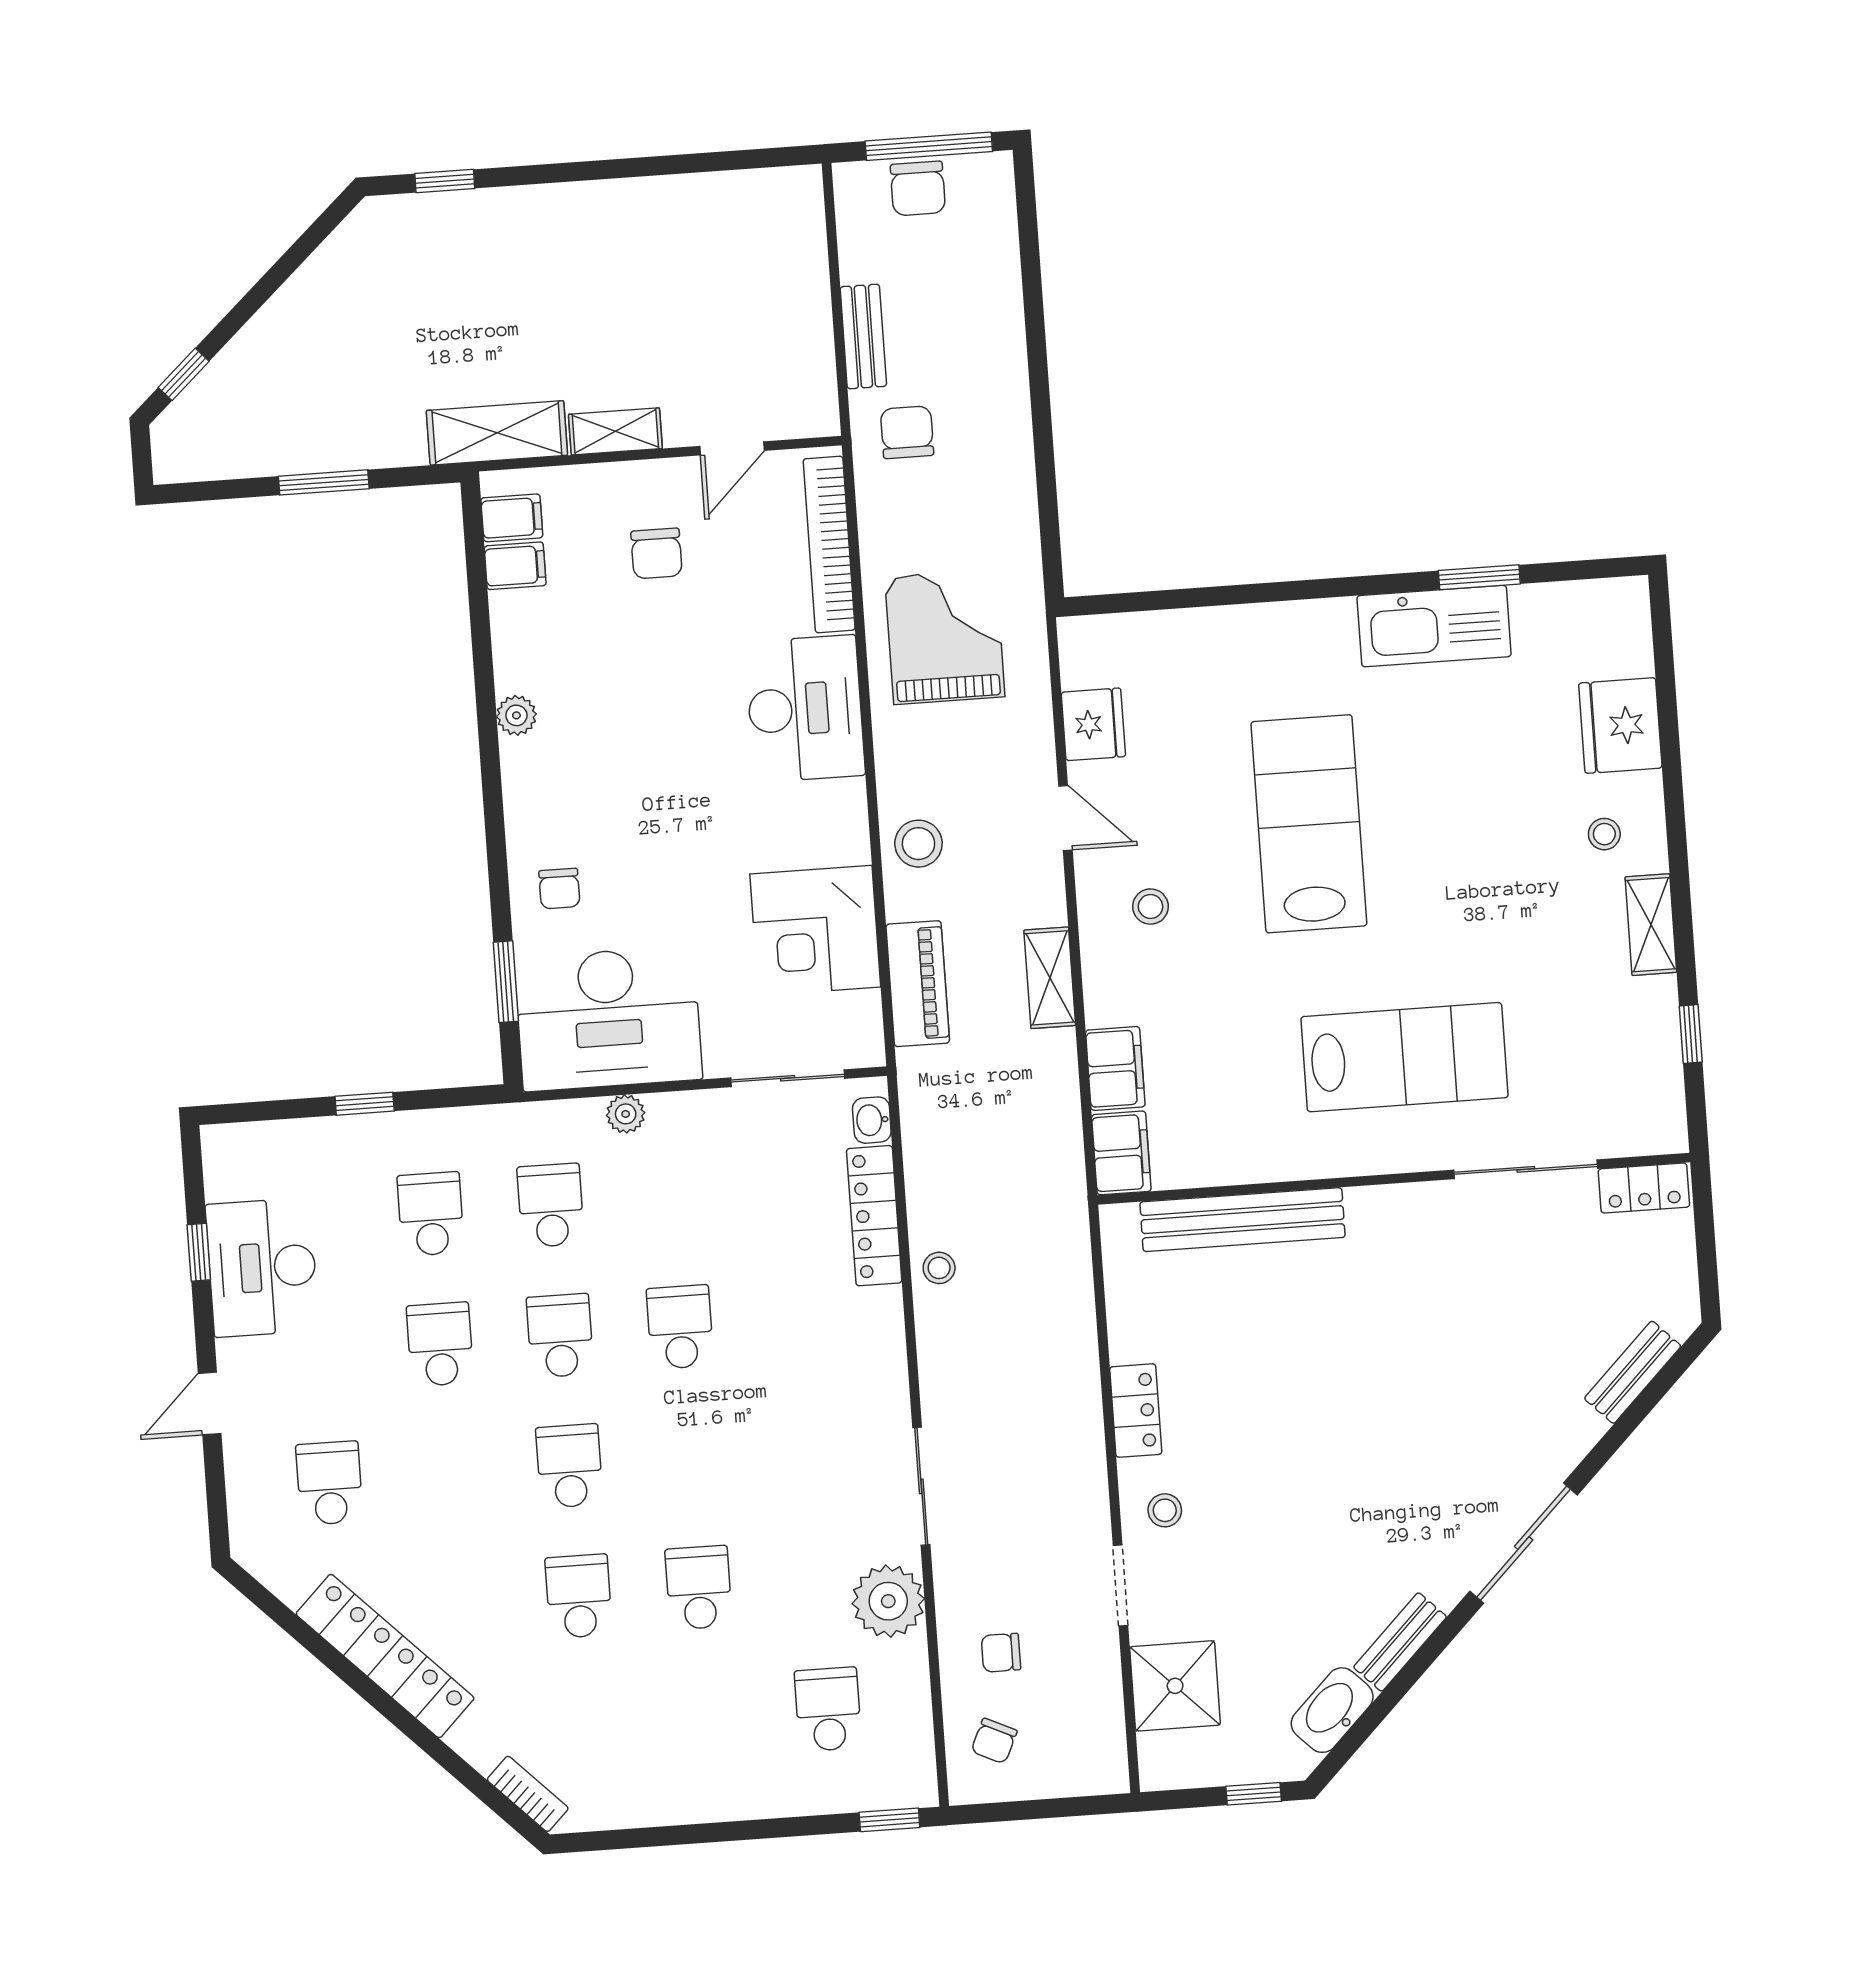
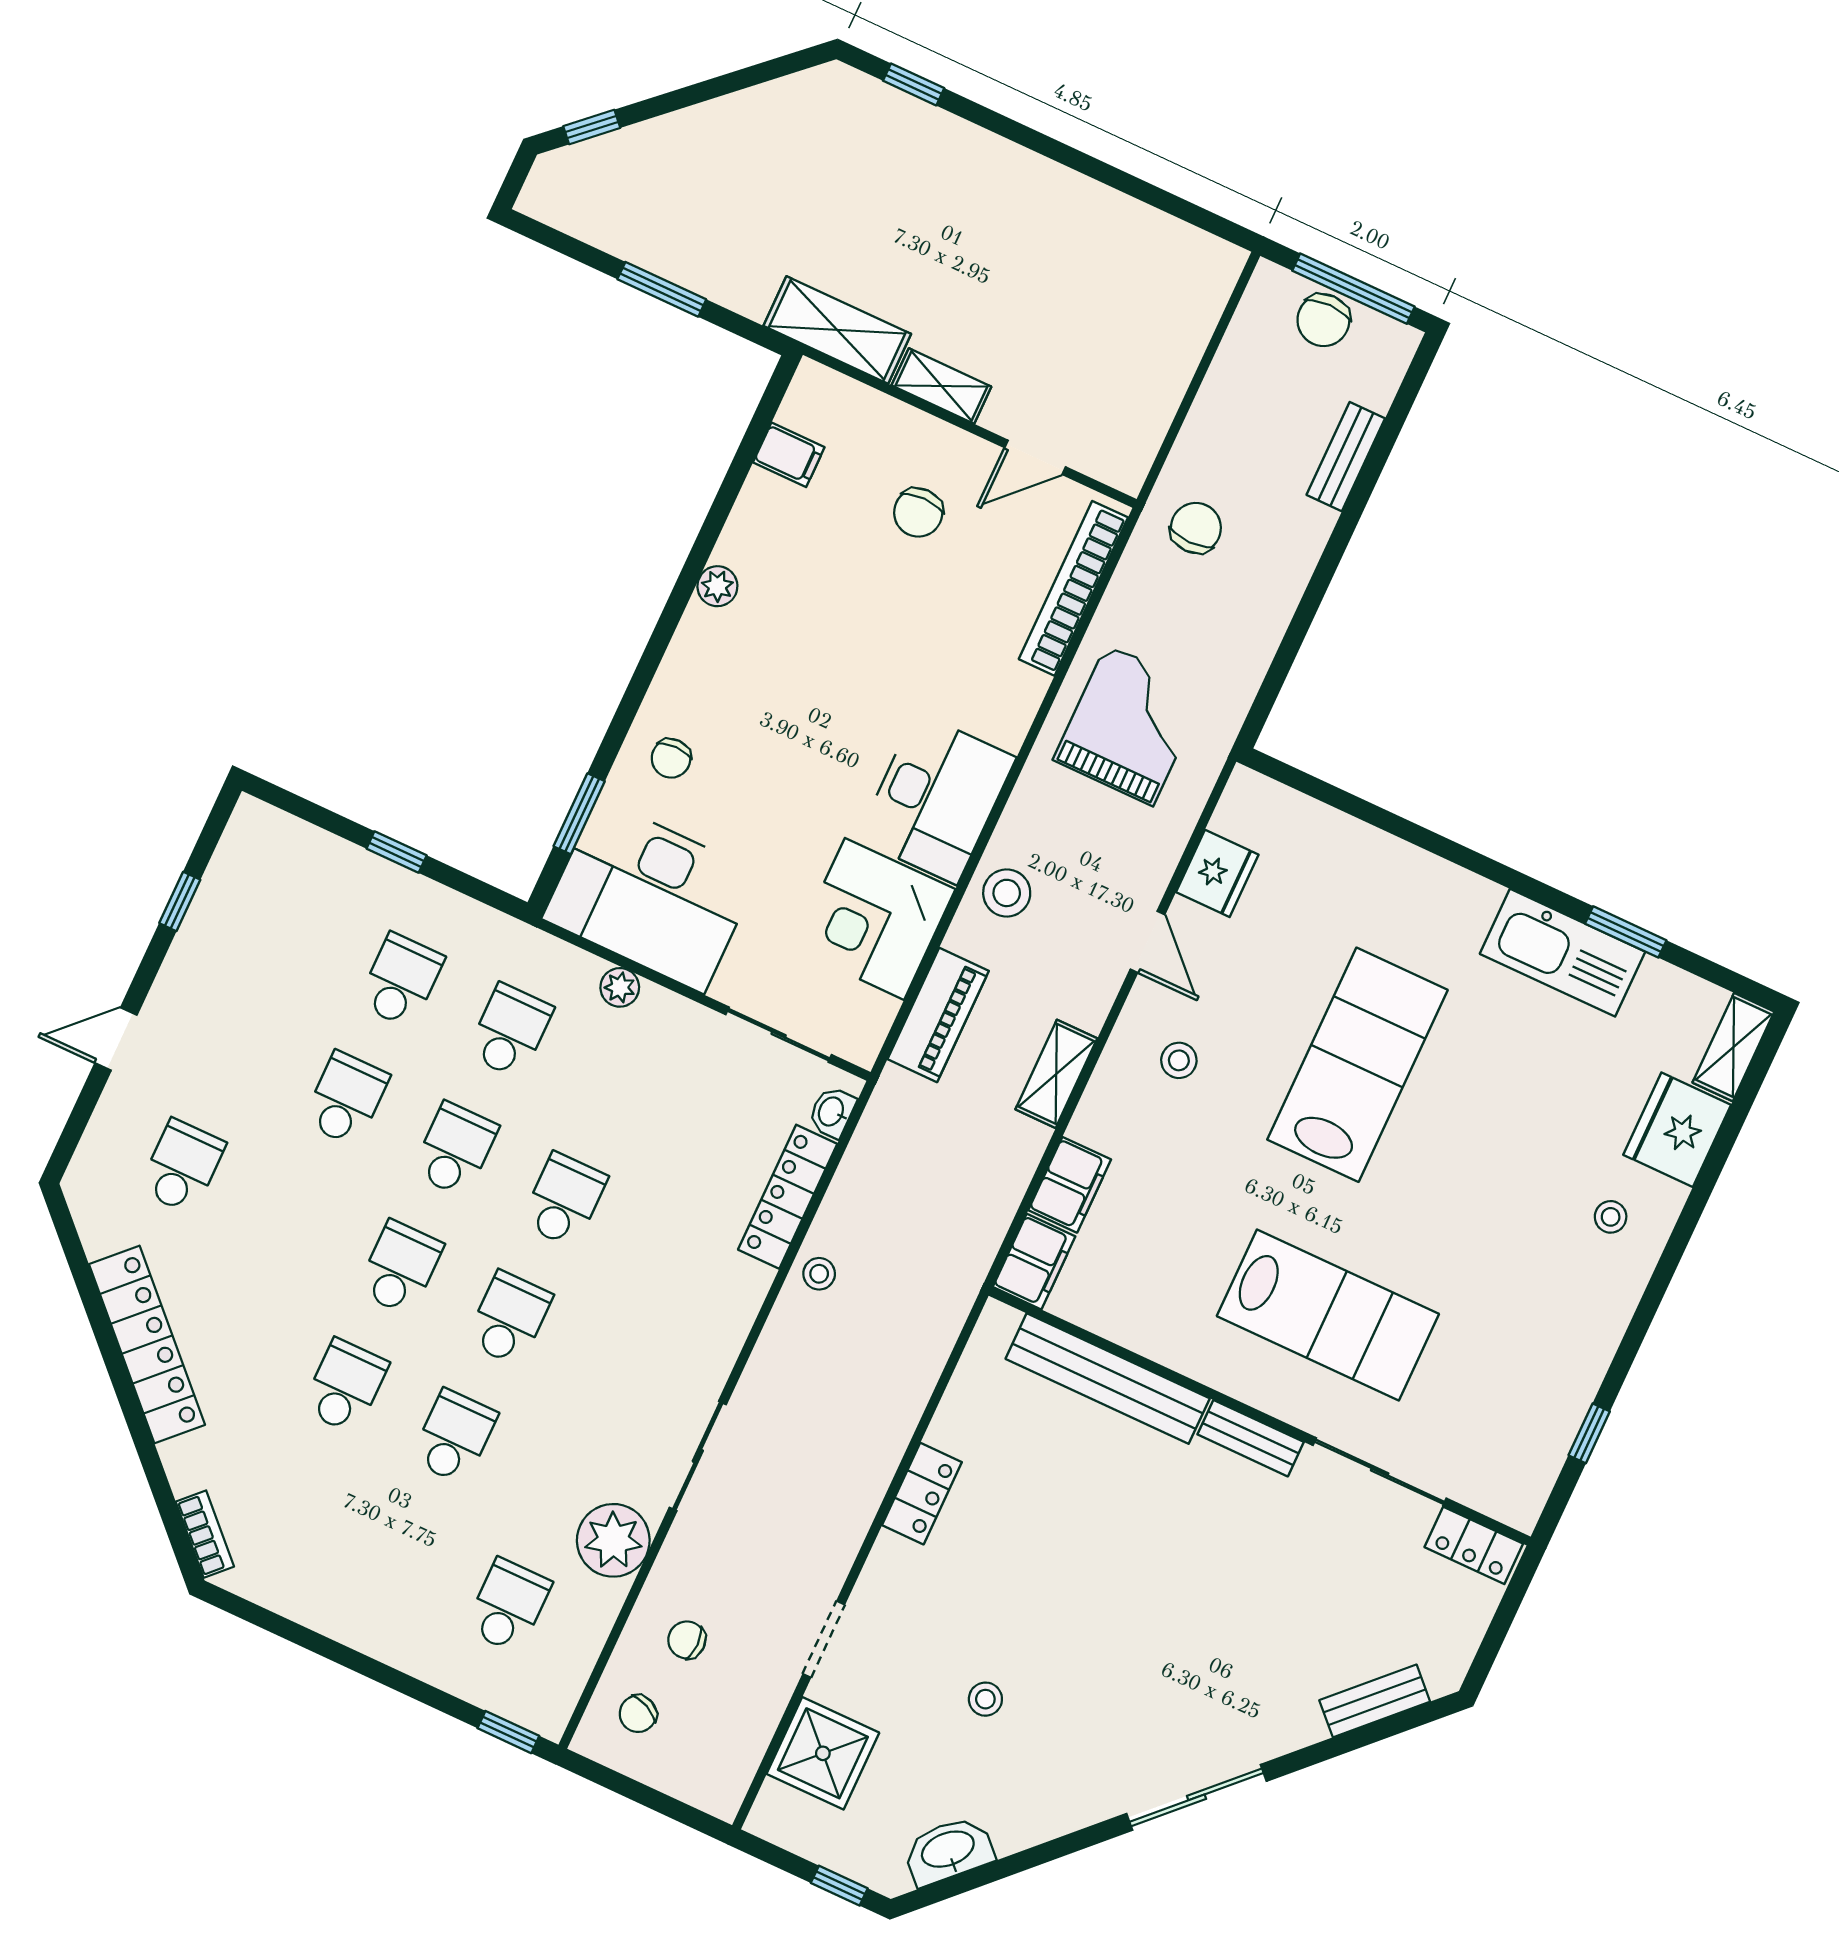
bench: (863, 336) -> (1346, 457), moved
filing cabinet: (512, 518) -> (809, 411), removed
desk: (805, 709) -> (937, 798), moved
shelving: (1651, 925) -> (1733, 1047), moved
desk: (262, 1267) -> (228, 945), removed
school desk: (689, 1457) -> (509, 1318), added
stool: (1165, 1510) -> (985, 1699), moved
bench: (1400, 1642) -> (1251, 1438), moved, turned 45

